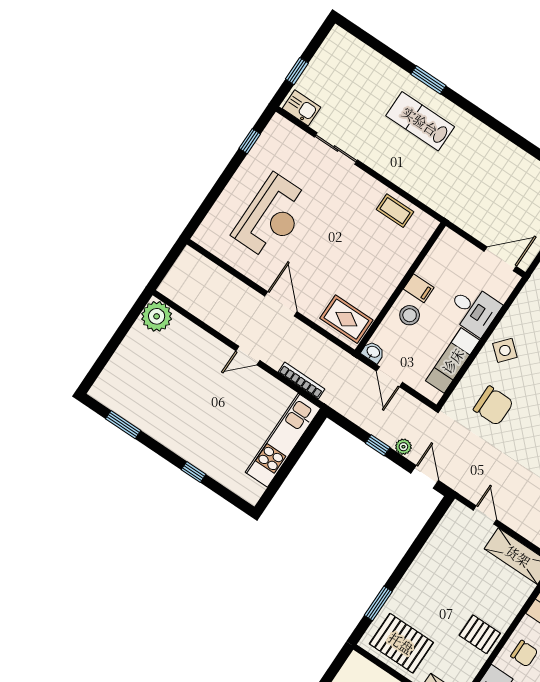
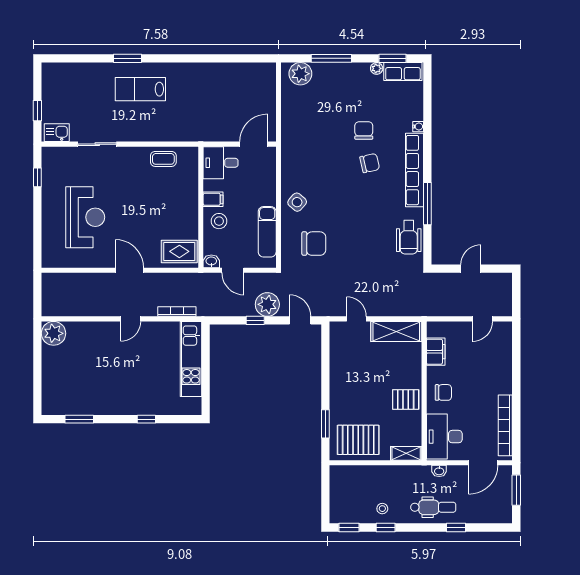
desk: (474, 310) -> (221, 163), moved, turned 180
plant: (403, 447) -> (267, 304), width x1.88, depth x1.88

